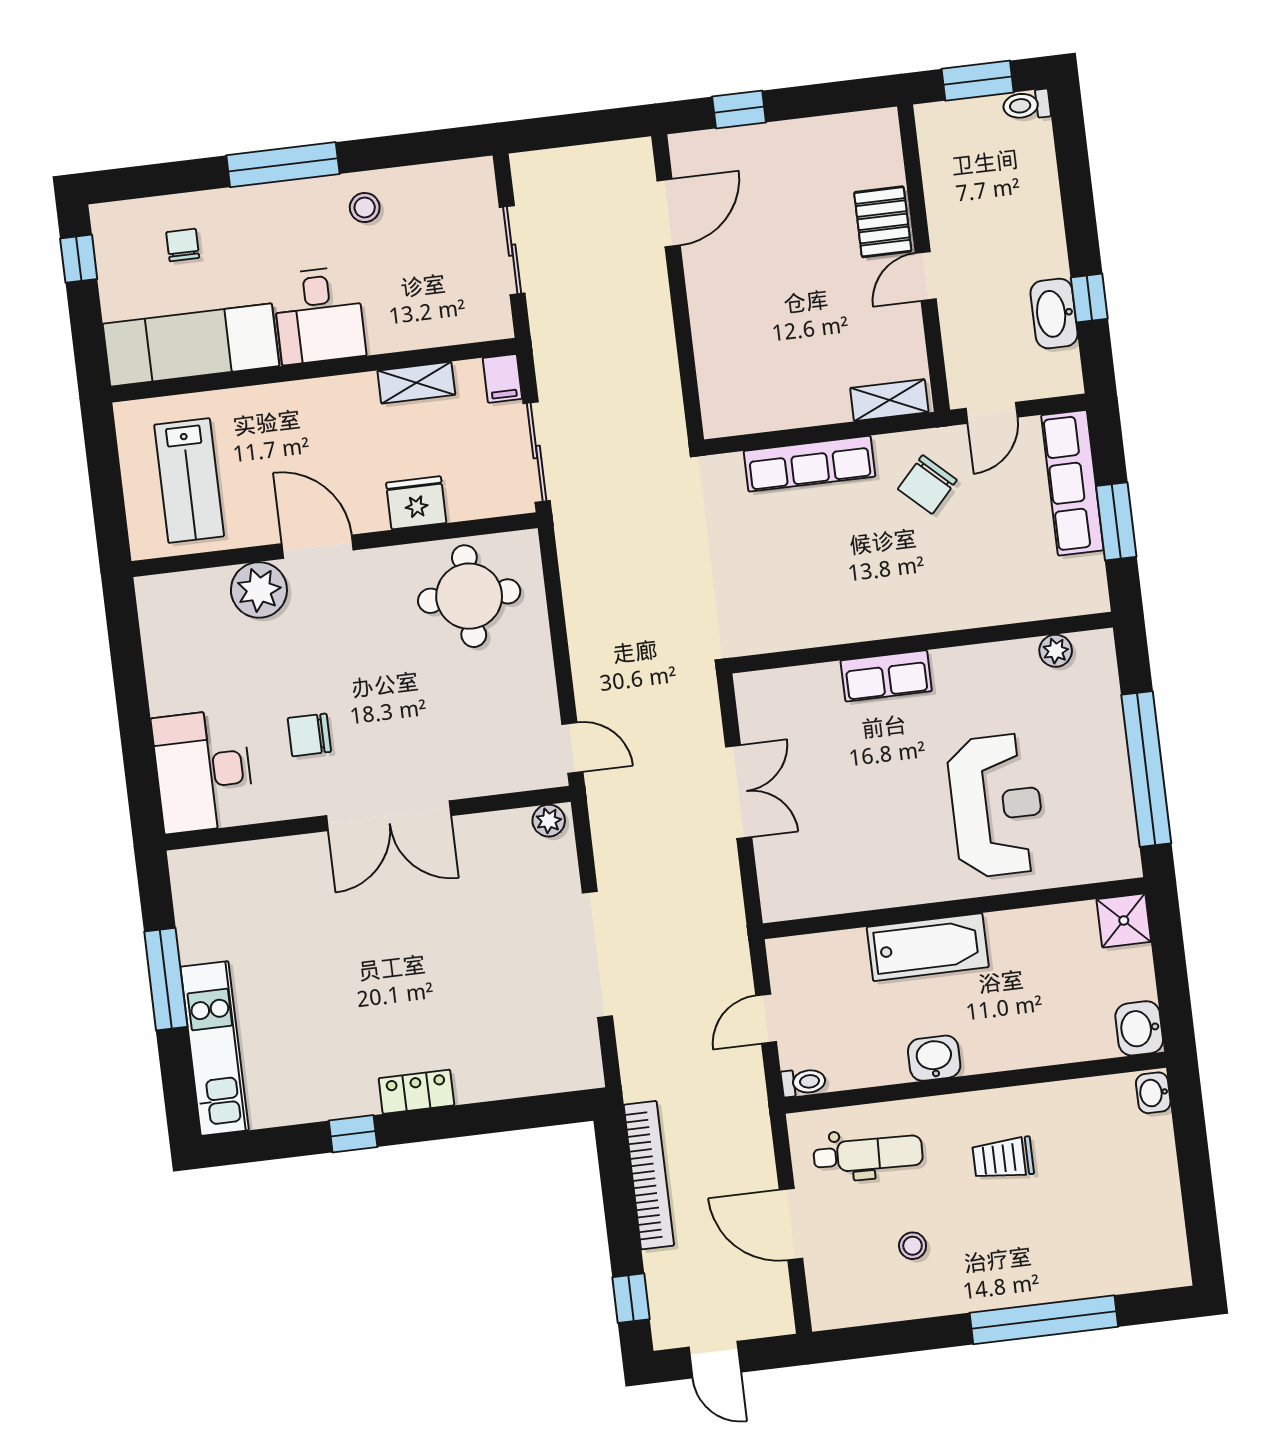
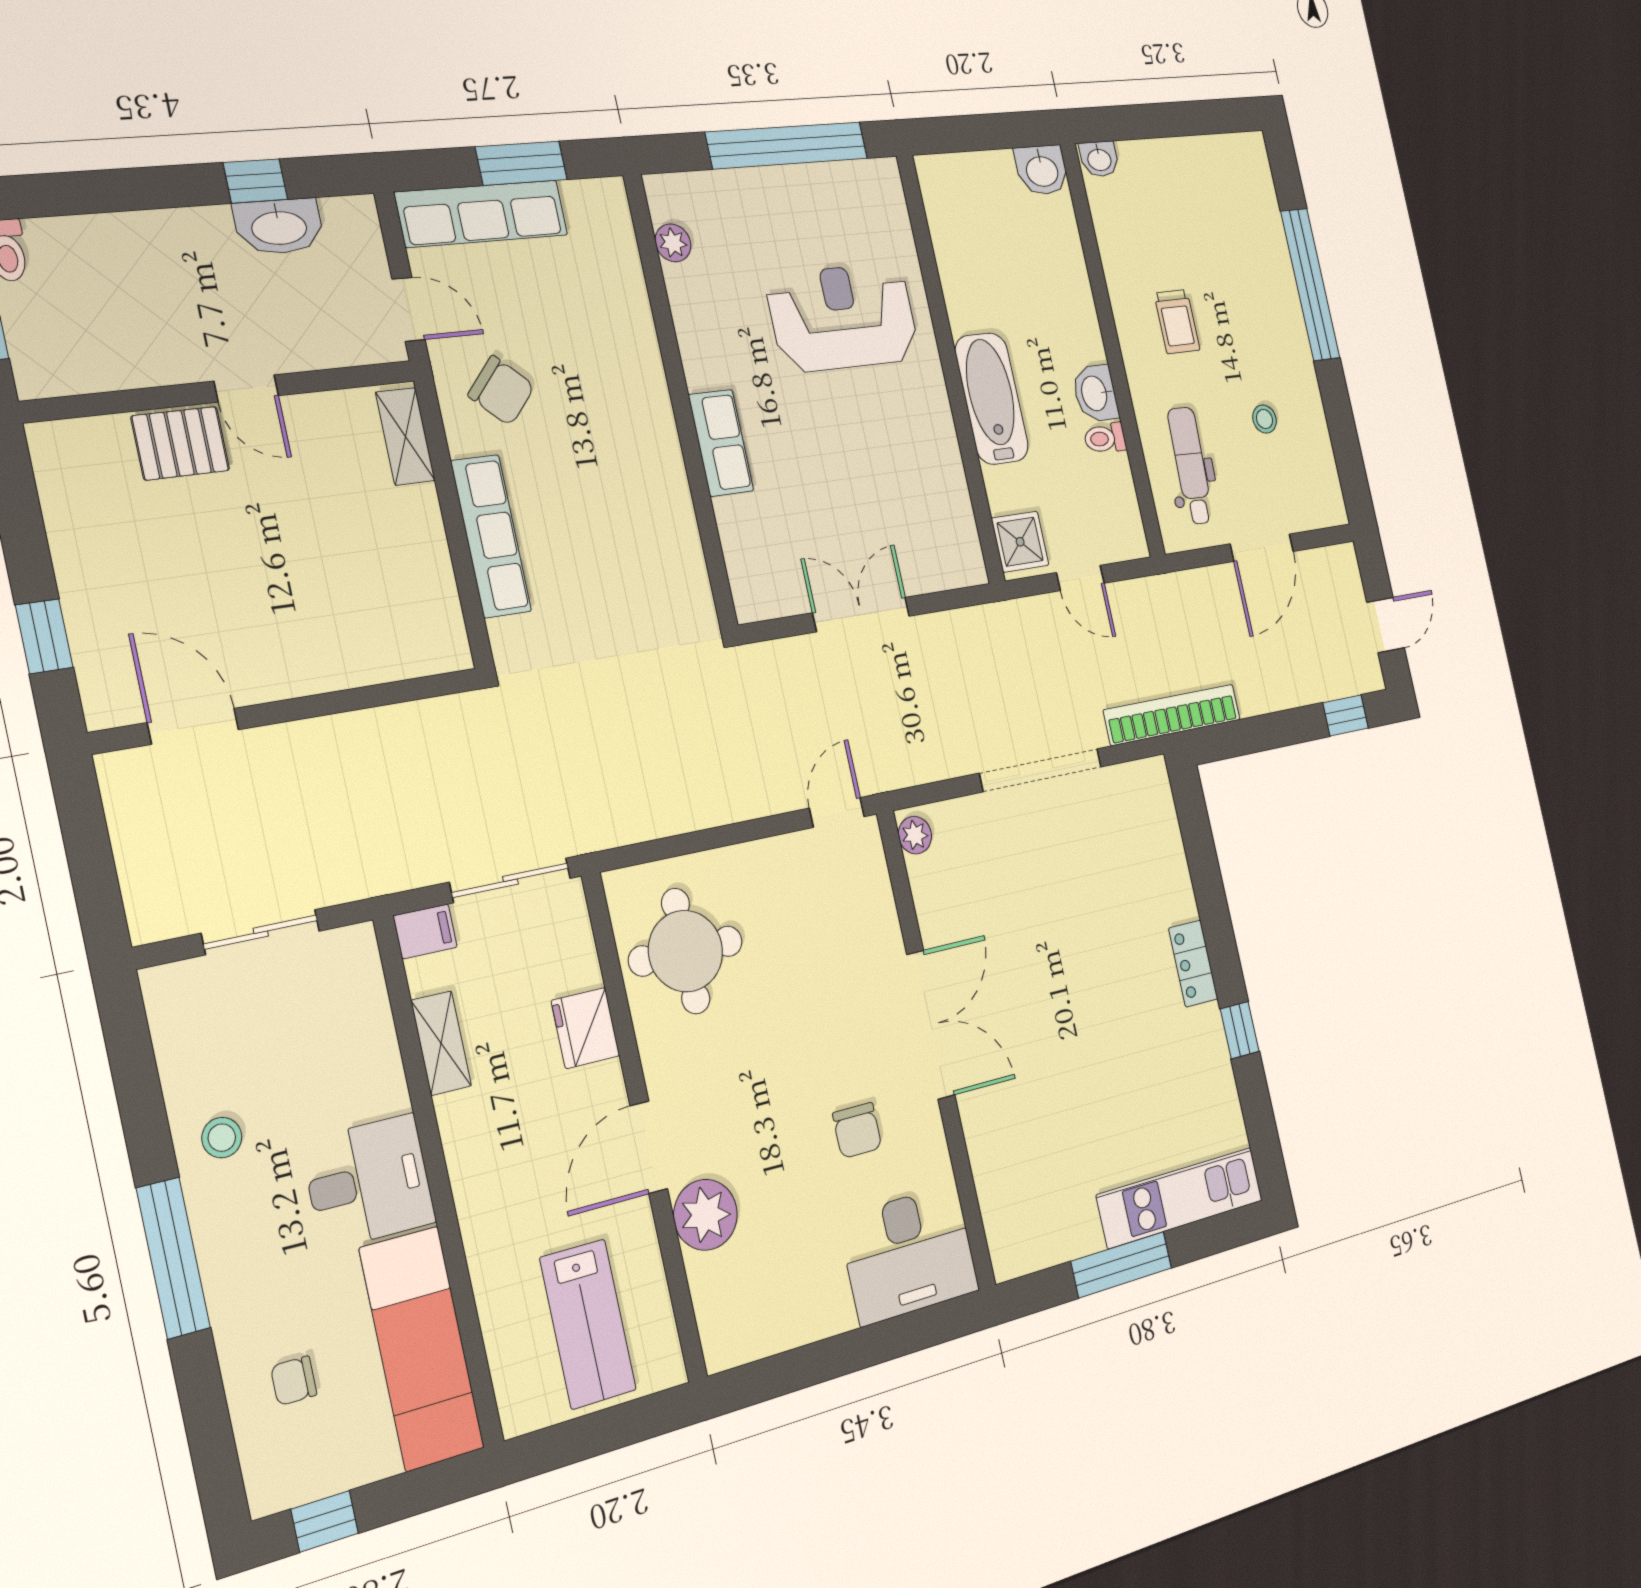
lab bench: (189, 481) -> (588, 1324), turned 90
shower: (1124, 920) -> (1020, 542), moved
toilet: (804, 1082) -> (1105, 438), moved, turned -90
bookcase: (649, 1175) -> (1172, 715), moved

